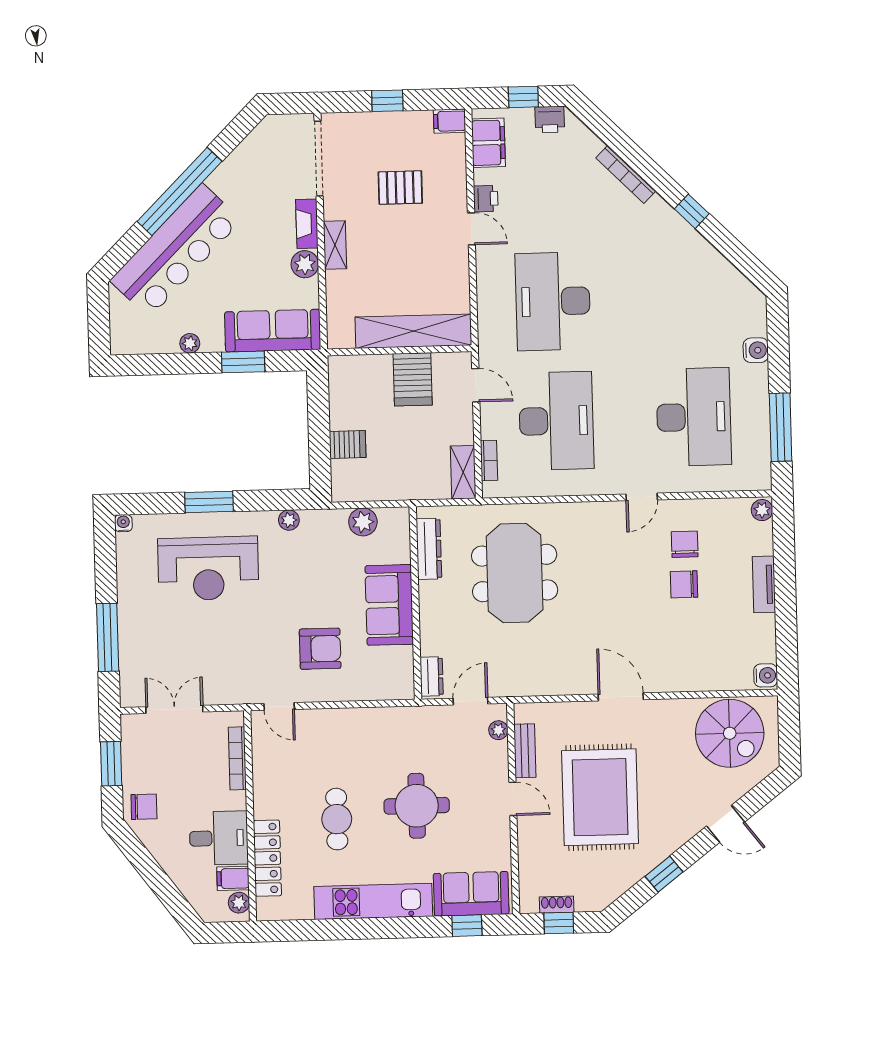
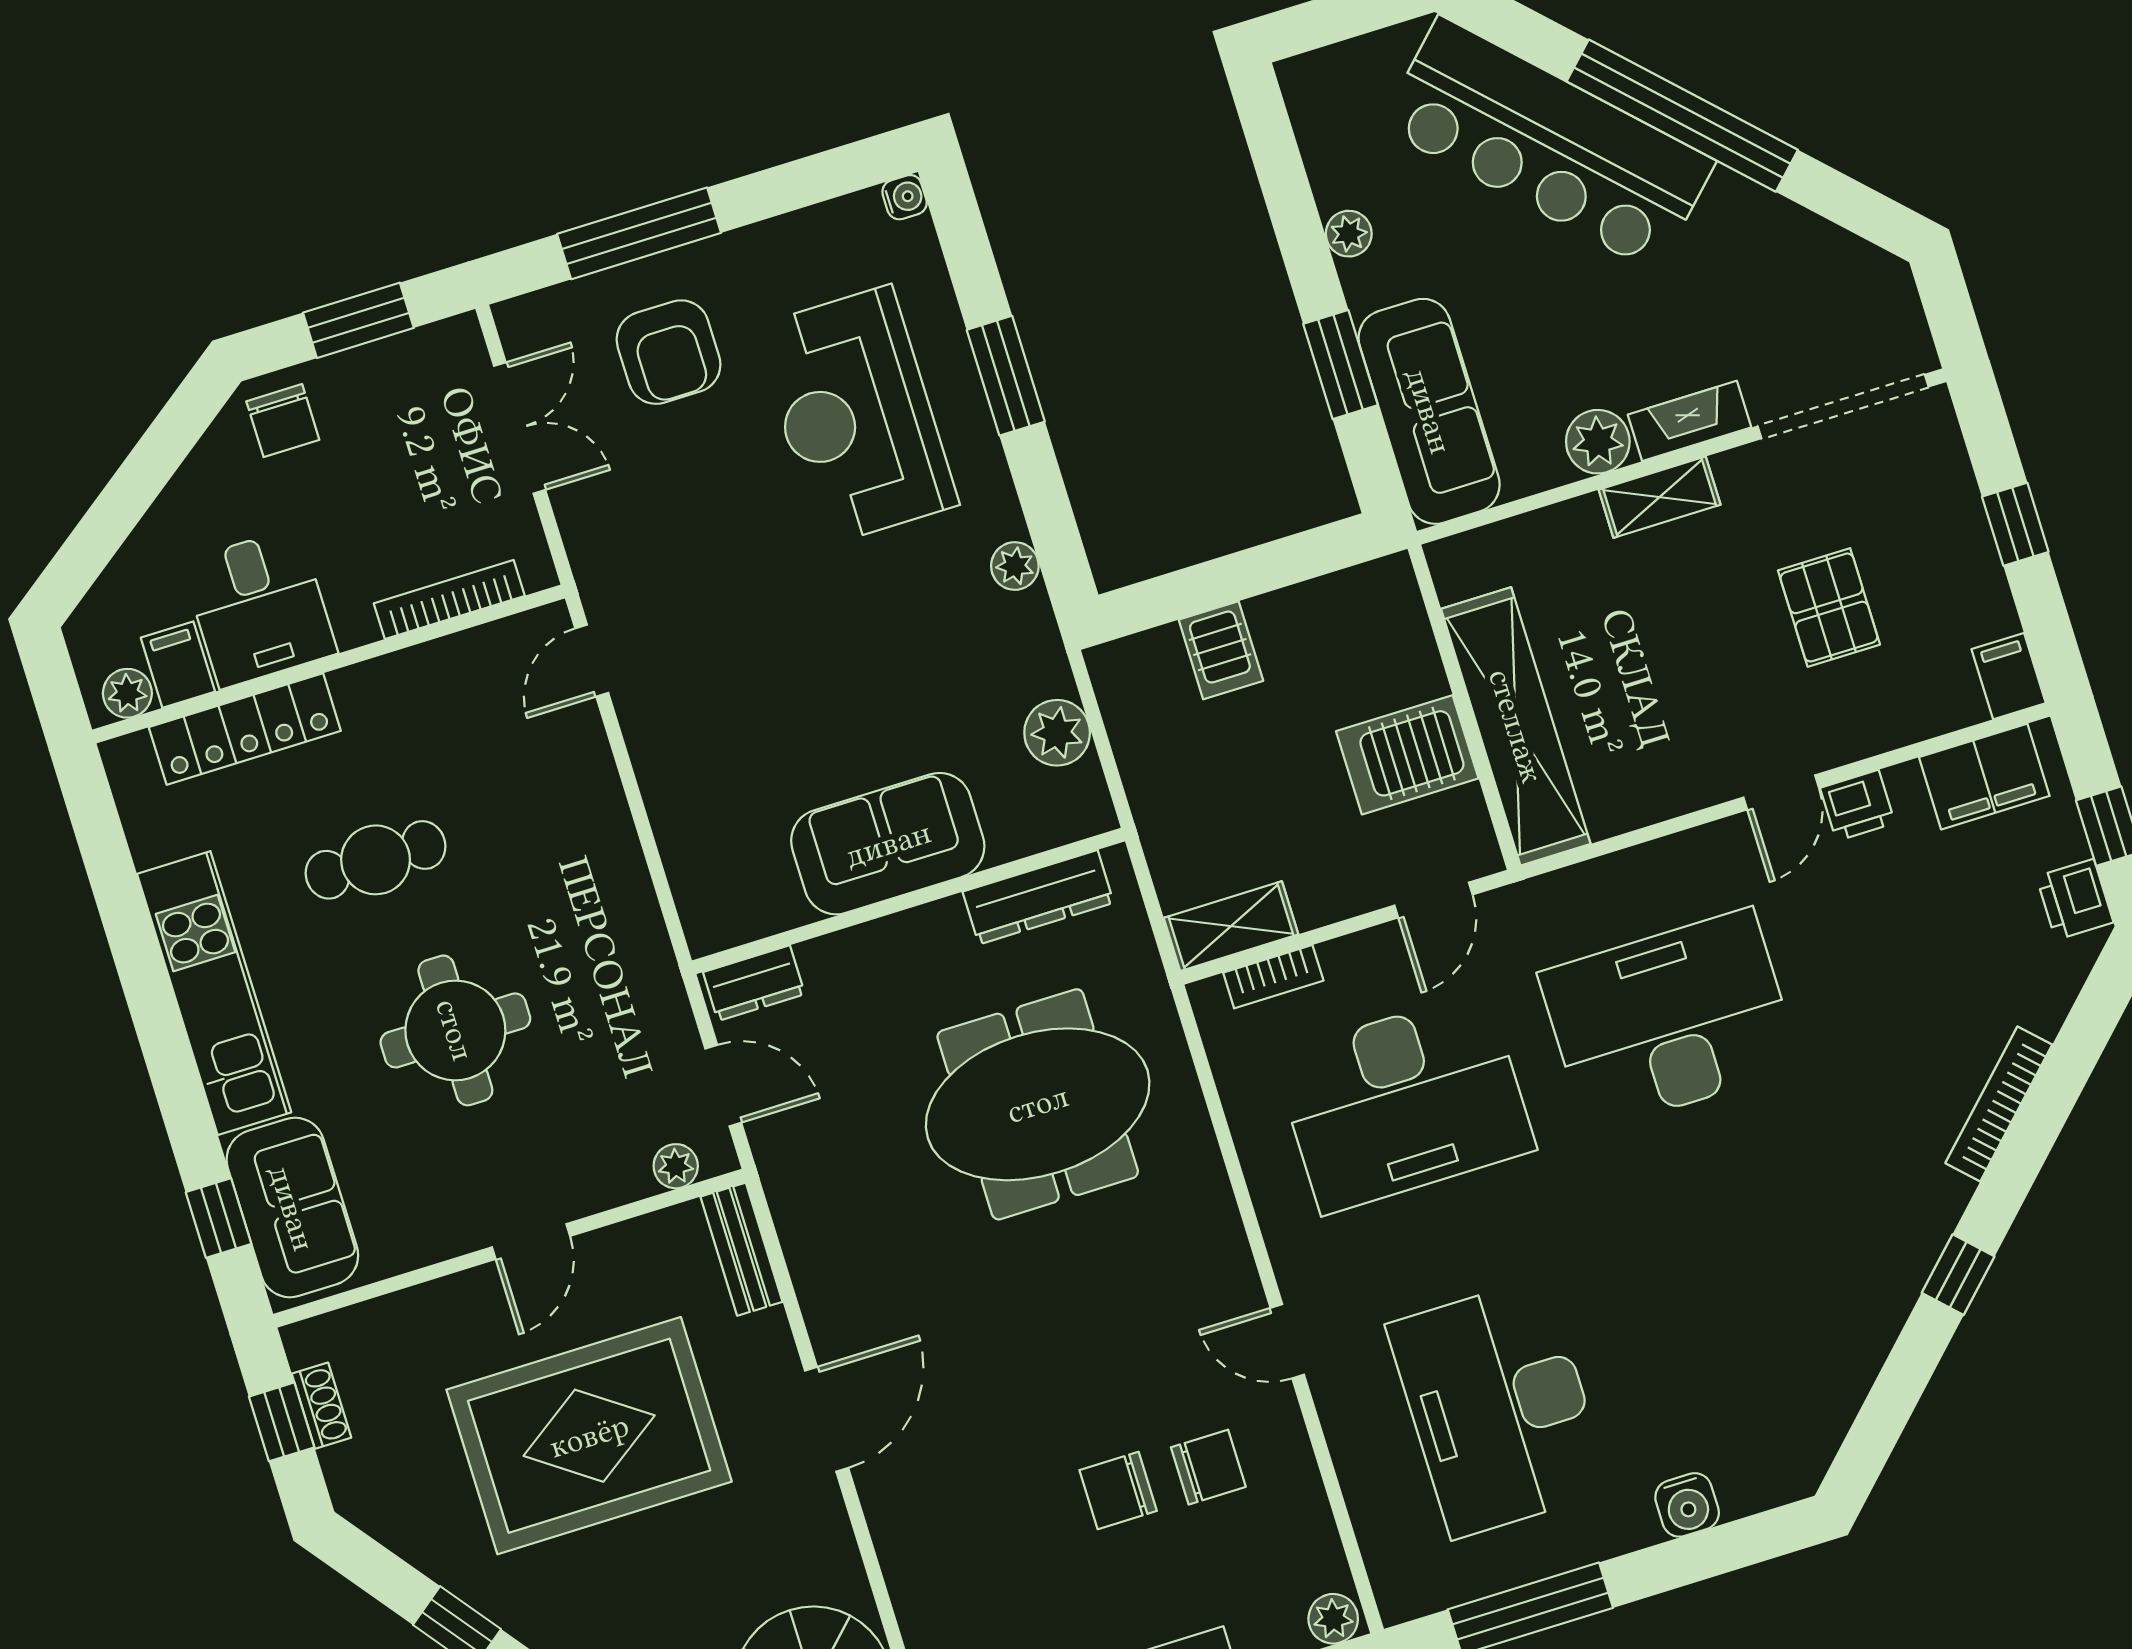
desk: (694, 417) -> (1499, 1408), turned 90
chair: (684, 584) -> (1118, 1491), turned -90
armchair: (320, 649) -> (669, 352), moved
bench: (525, 751) -> (742, 1249), moved, turned 90

